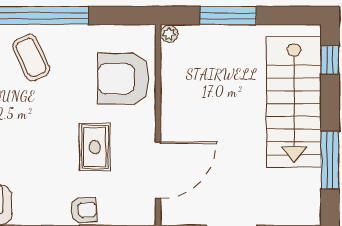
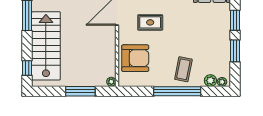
coffee table: (31, 57) -> (183, 69), turned 36
rug: (95, 147) -> (150, 22), turned 90

